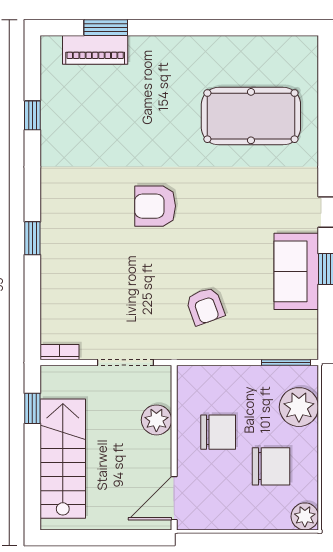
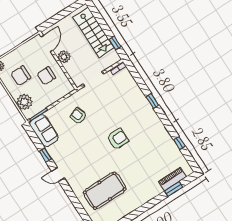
sofa: (296, 271) -> (44, 131), moved
plant: (156, 420) -> (64, 57), moved

